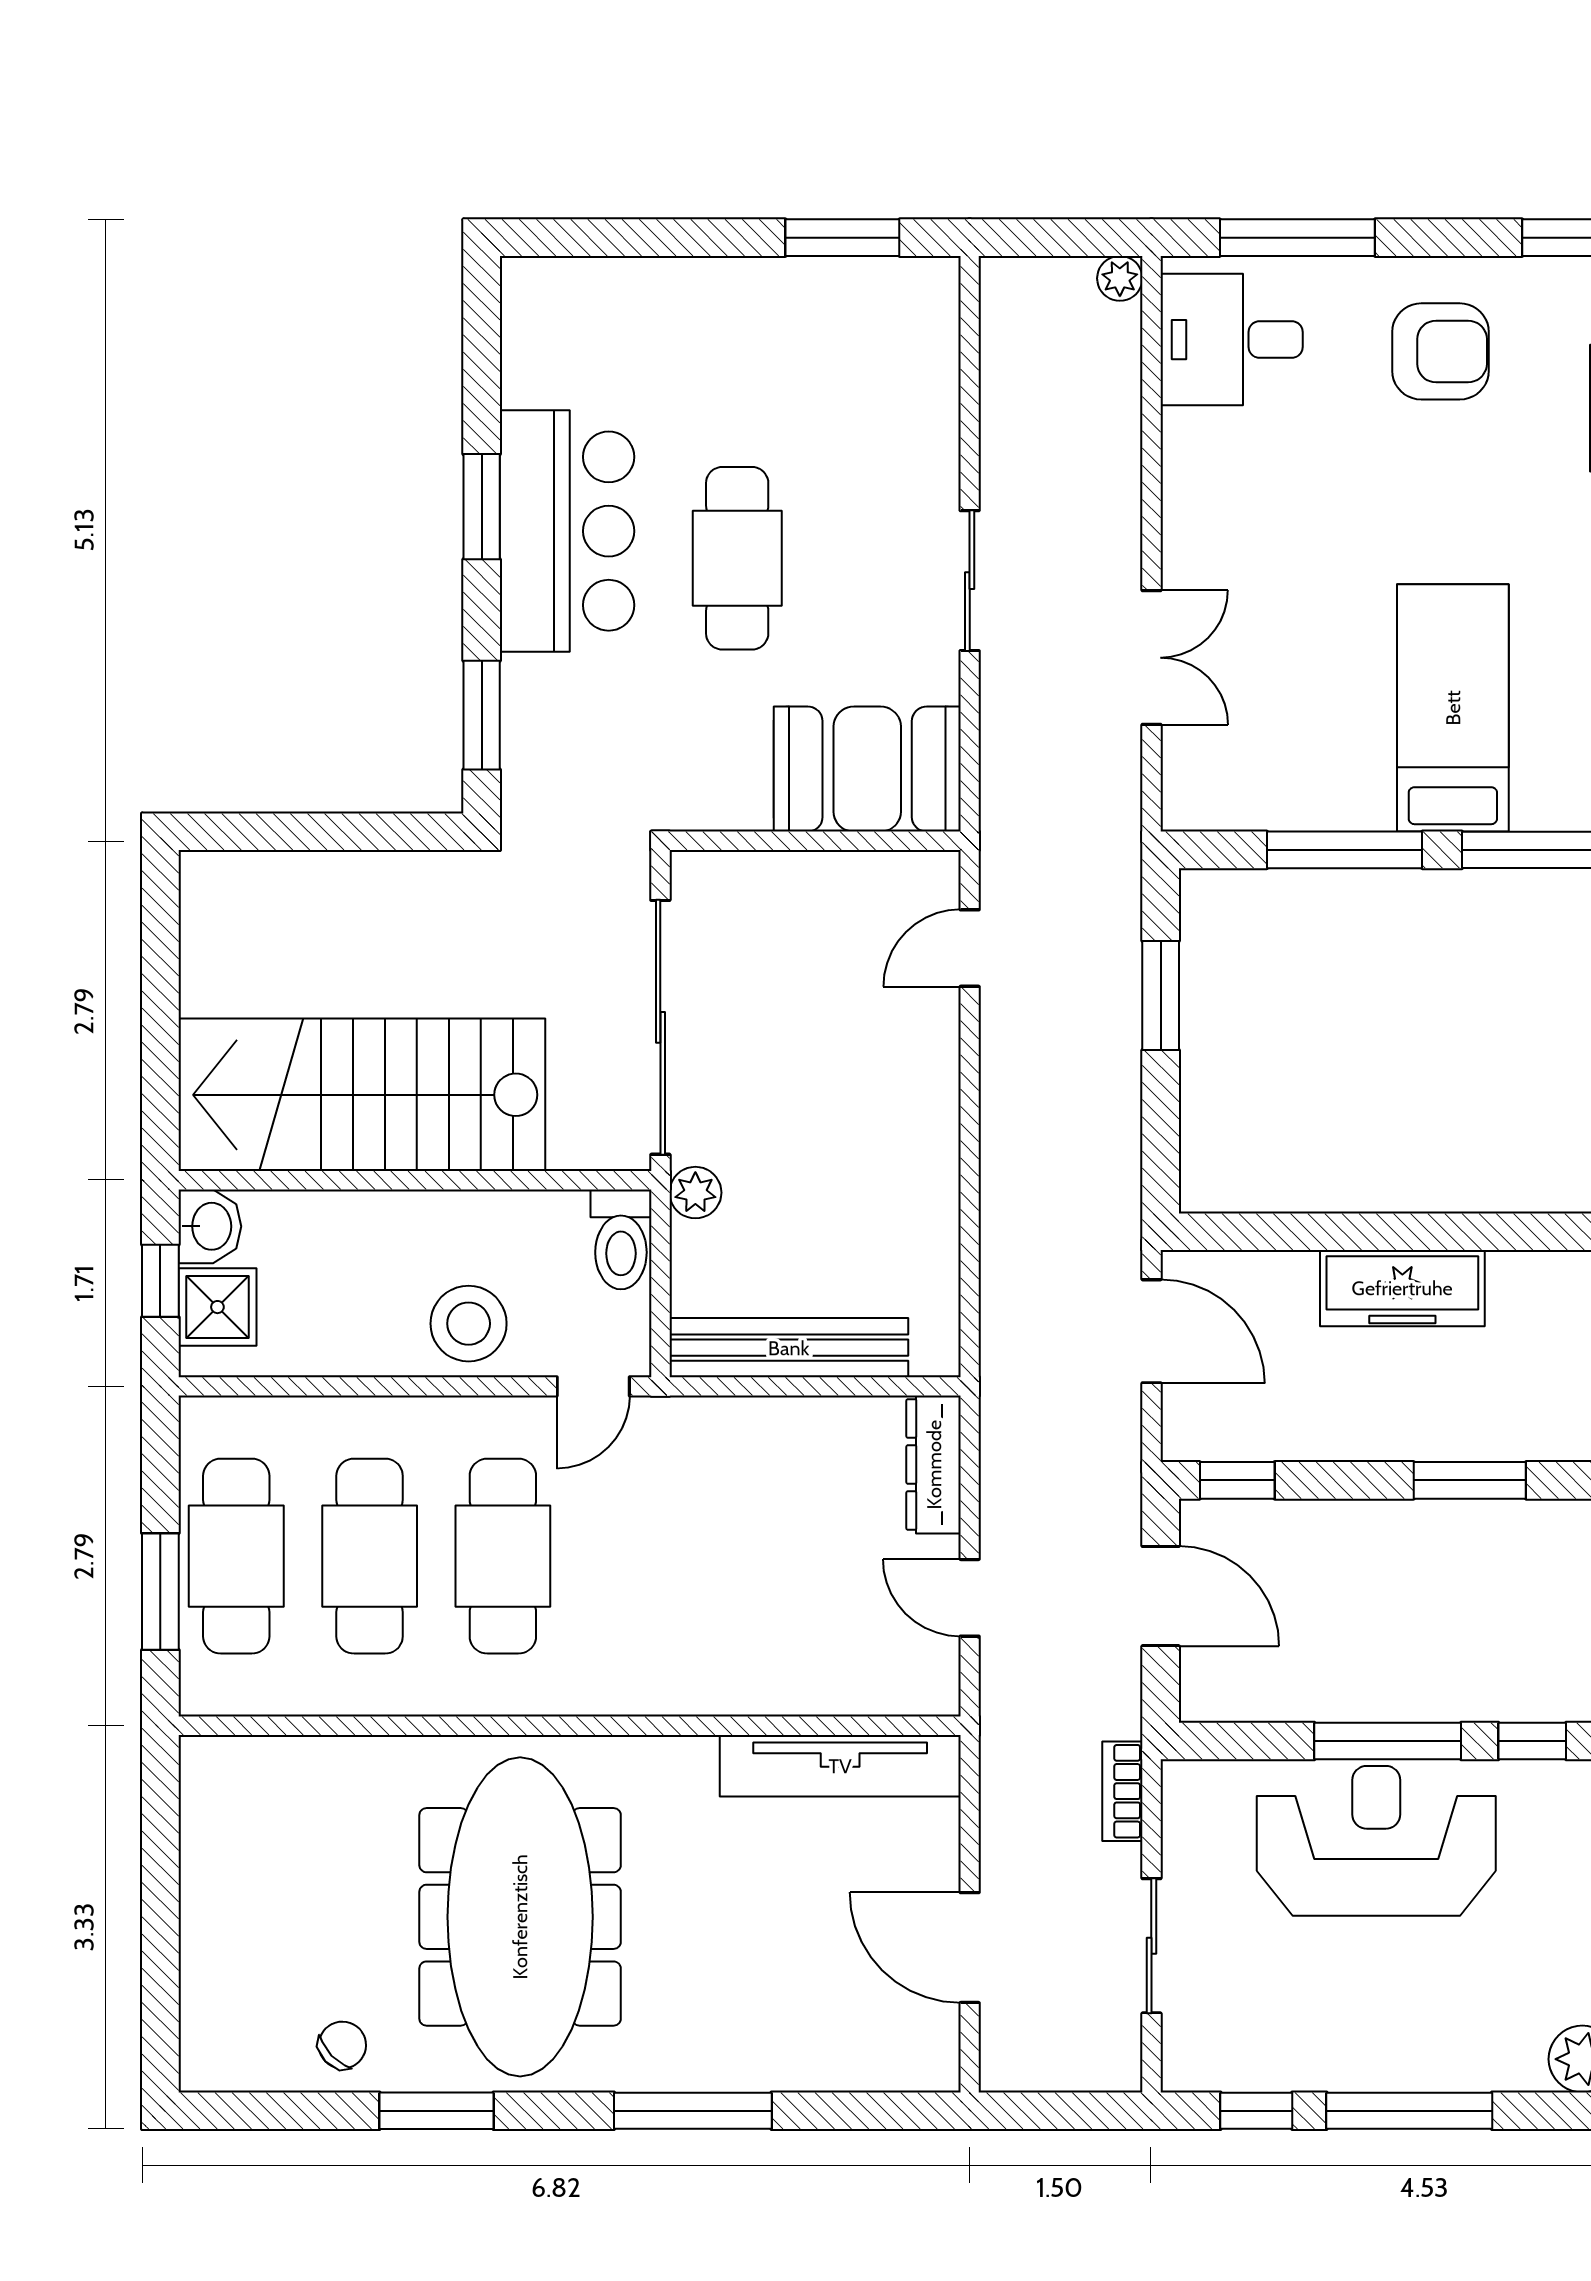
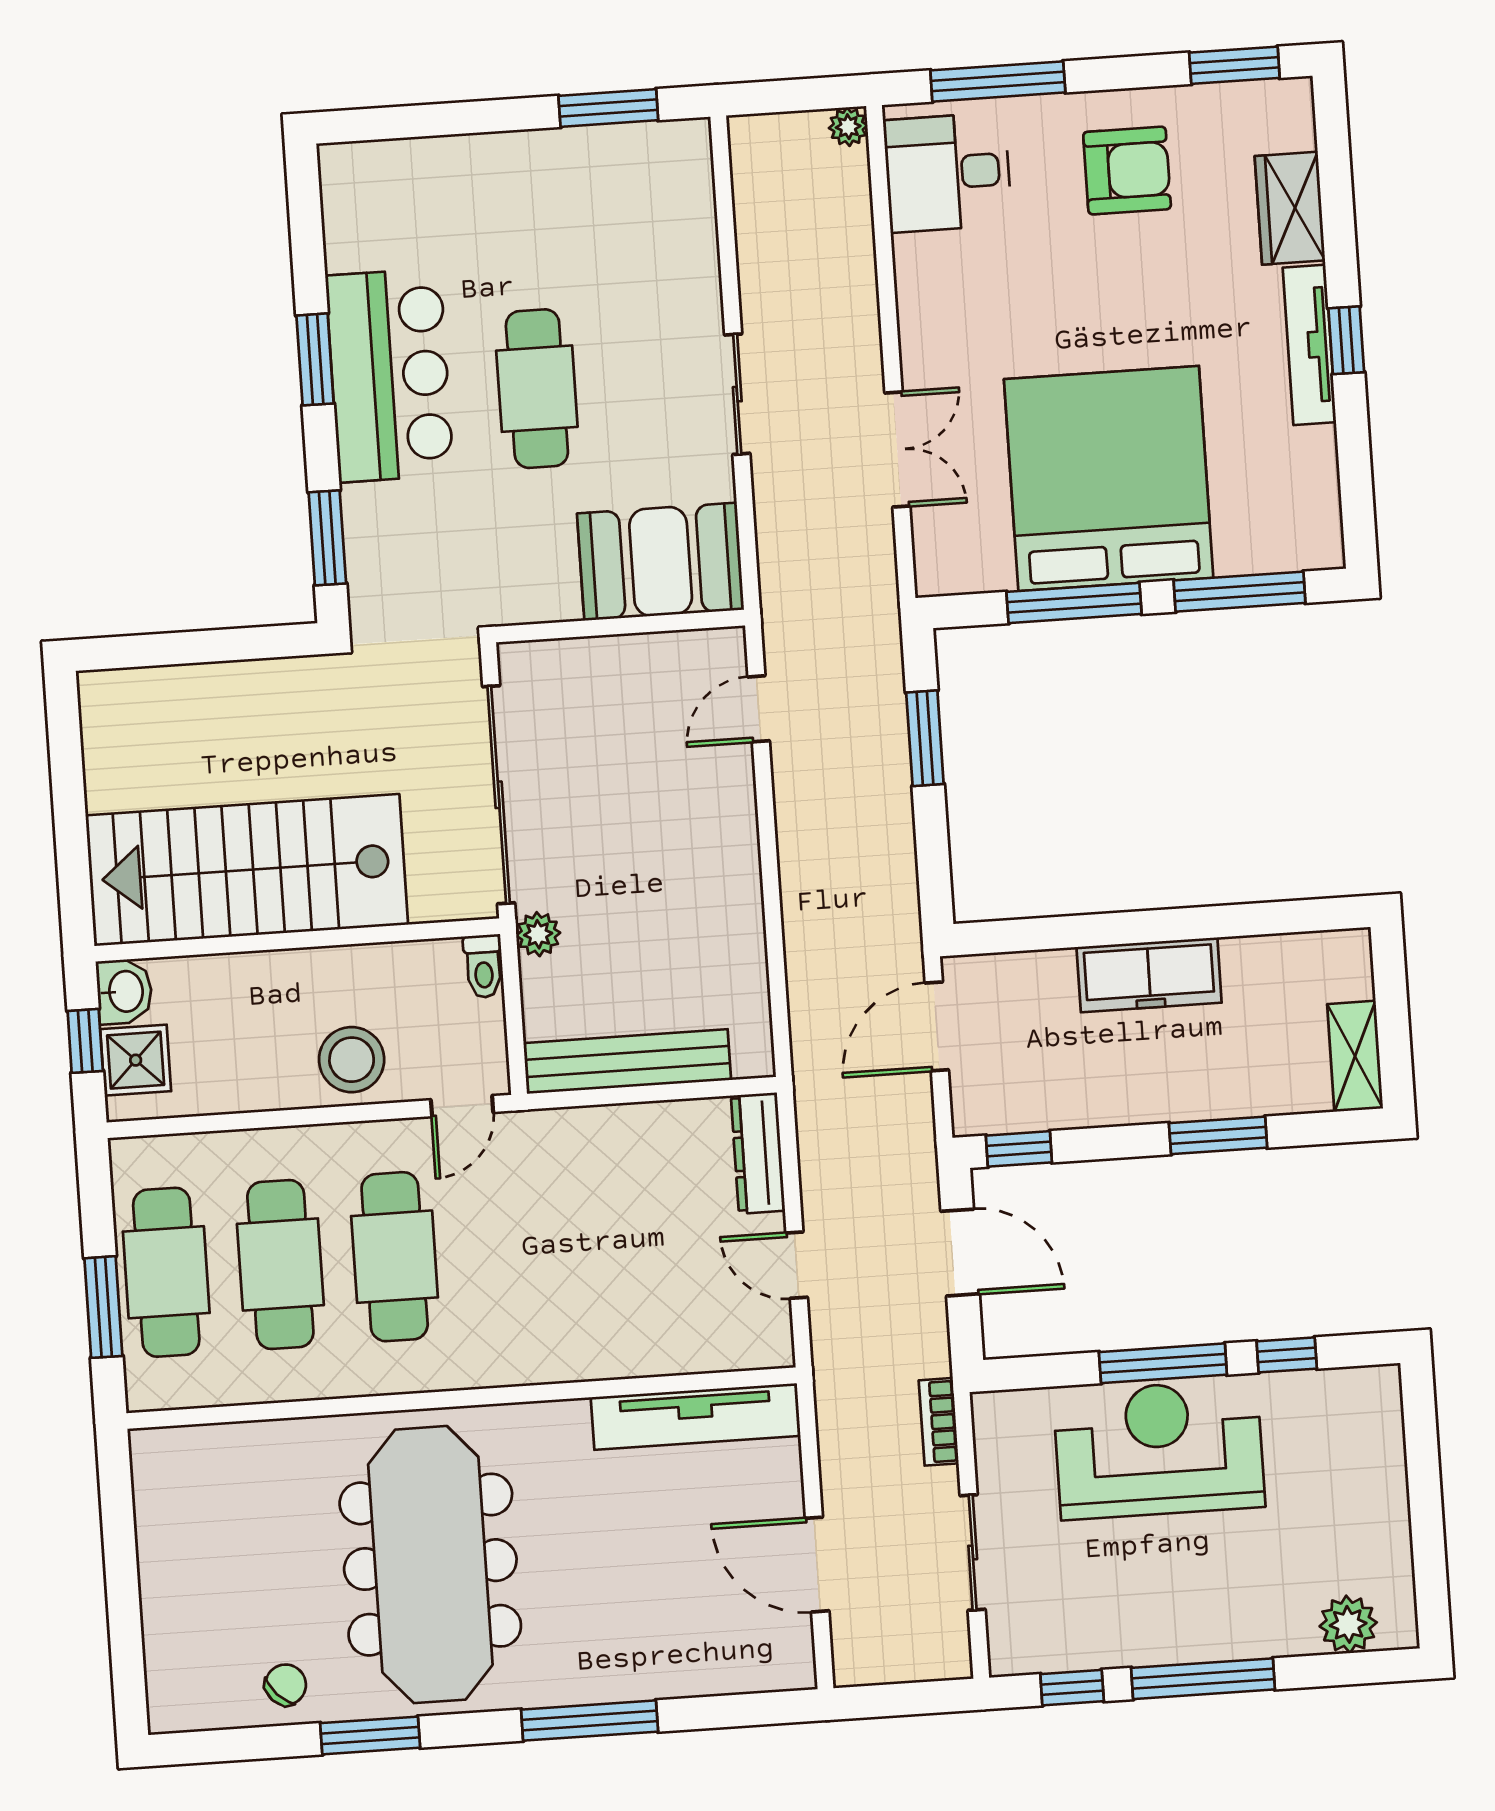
bed: (1453, 708) -> (1109, 478), width x2.04
toilet: (621, 1239) -> (483, 966), width x0.73, depth x0.72
door: (1151, 1331) -> (937, 1026), swing flipped

